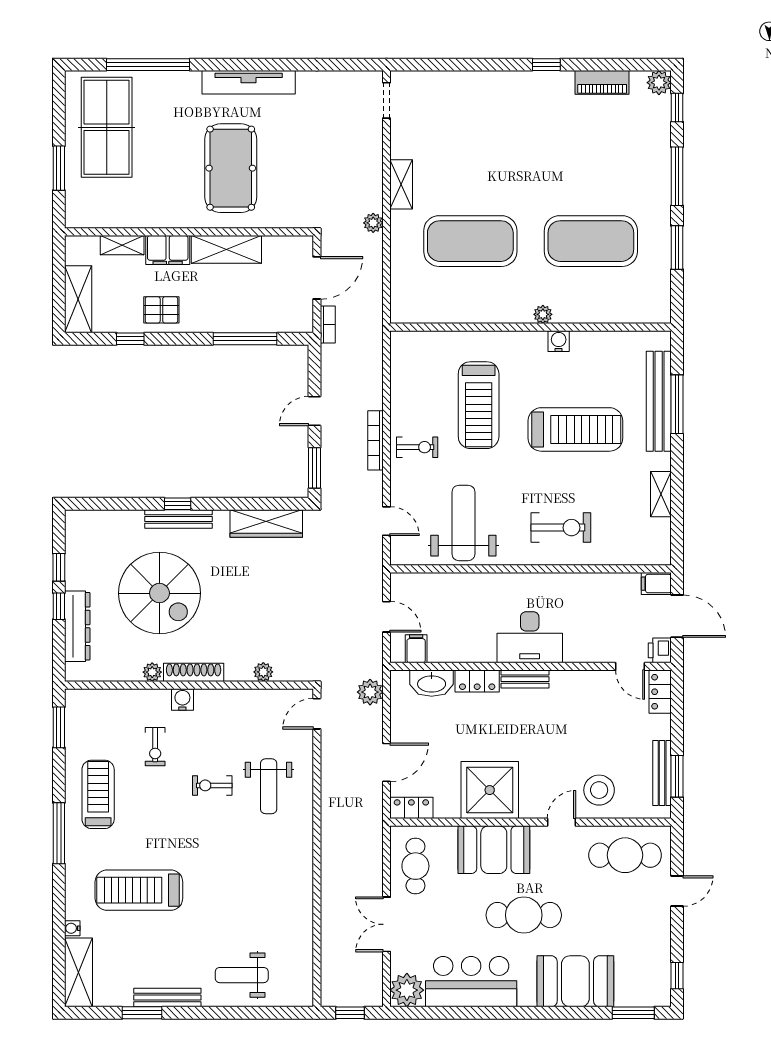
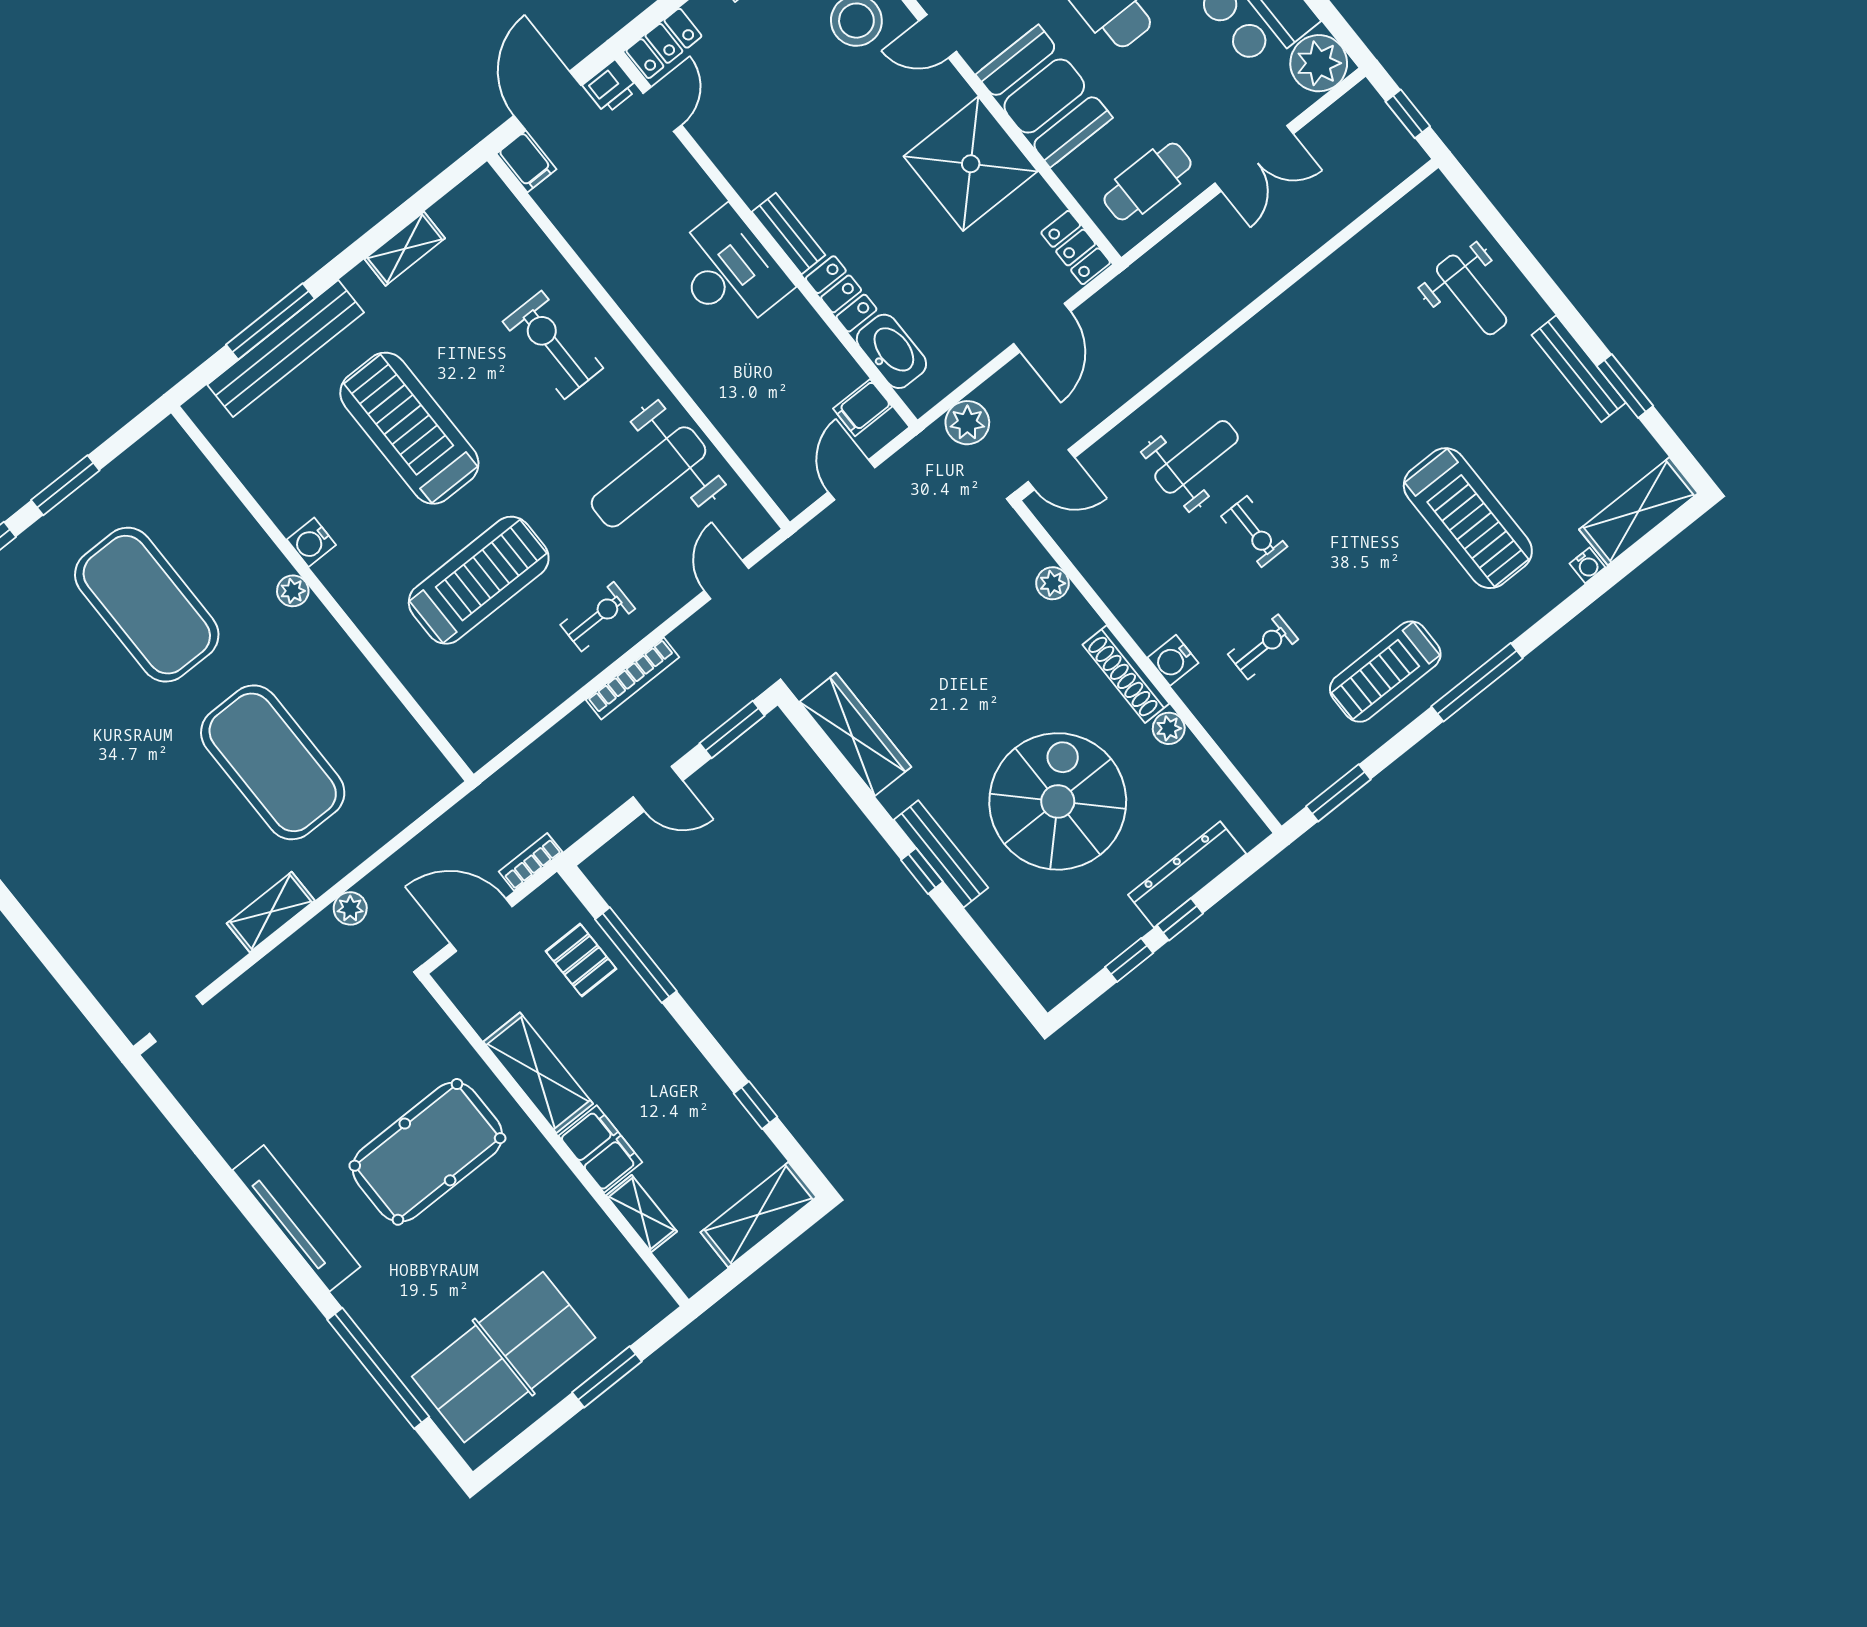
pallet: (161, 310) -> (581, 960), moved
exercise bike: (417, 447) -> (598, 617), turned 90
door: (387, 762) -> (1042, 328), swing flipped

